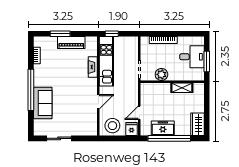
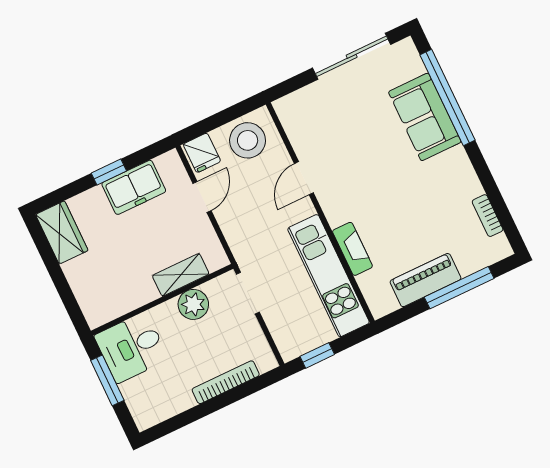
window: (60, 34) -> (459, 288), width x1.44
window: (112, 34) -> (317, 355), moved
desk: (192, 57) -> (131, 347), moved
shelving: (182, 88) -> (181, 275), moved
window: (31, 90) -> (448, 98), moved
sliding door: (59, 138) -> (352, 56), width x1.37
window: (169, 138) -> (109, 172), width x0.32

